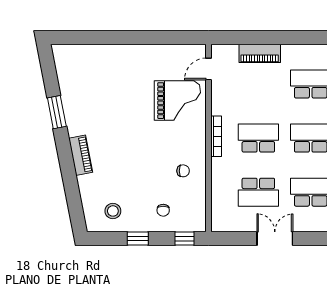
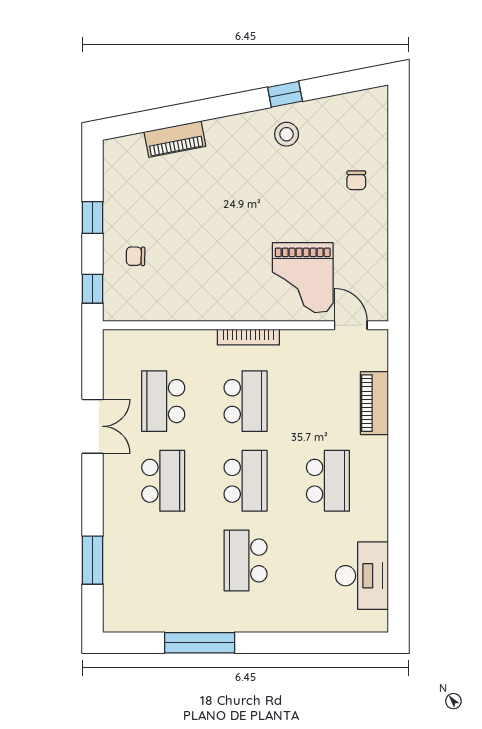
window: (57, 112) -> (285, 94), width x0.67
piano: (81, 155) -> (175, 139), moved
chair: (183, 171) -> (356, 180), moved
stool: (113, 211) -> (287, 134), moved

